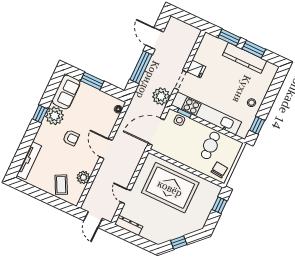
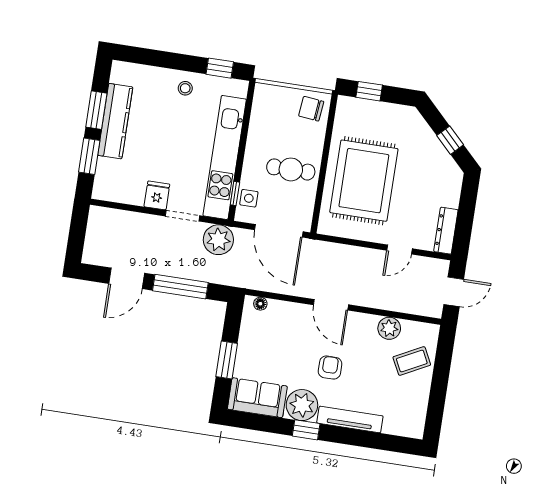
cafe table: (210, 145) -> (291, 169), moved
door: (106, 149) -> (331, 305), hinge flipped
tv unit: (29, 161) -> (350, 419), moved

